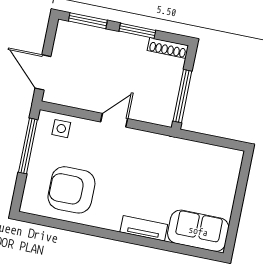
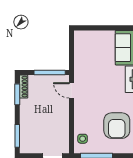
window: (137, 31) -> (17, 94), moved
door: (114, 120) -> (72, 90), moved

